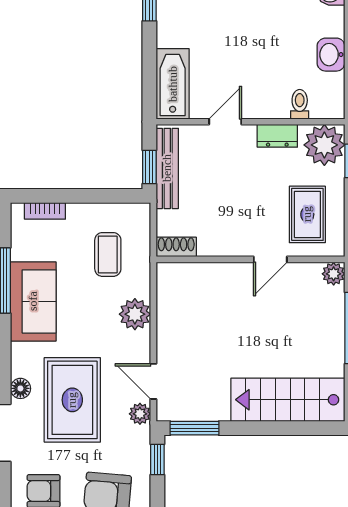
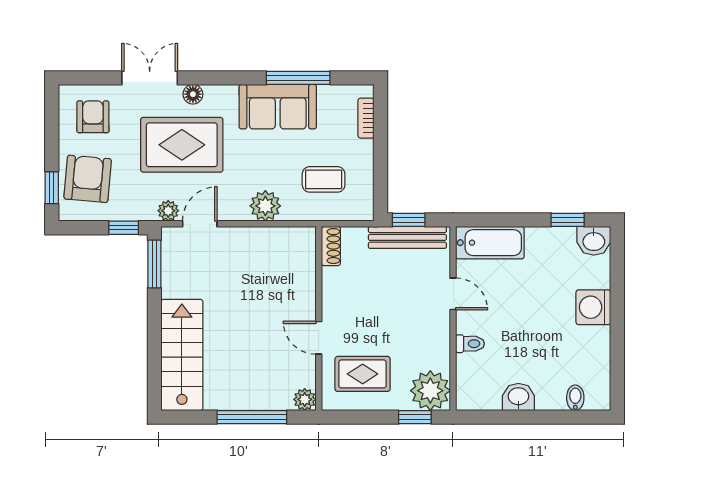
toilet: (300, 104) -> (470, 344), moved
dresser: (277, 136) -> (439, 345), removed

